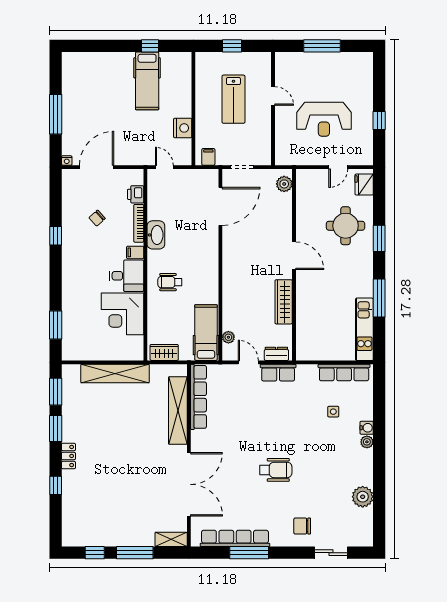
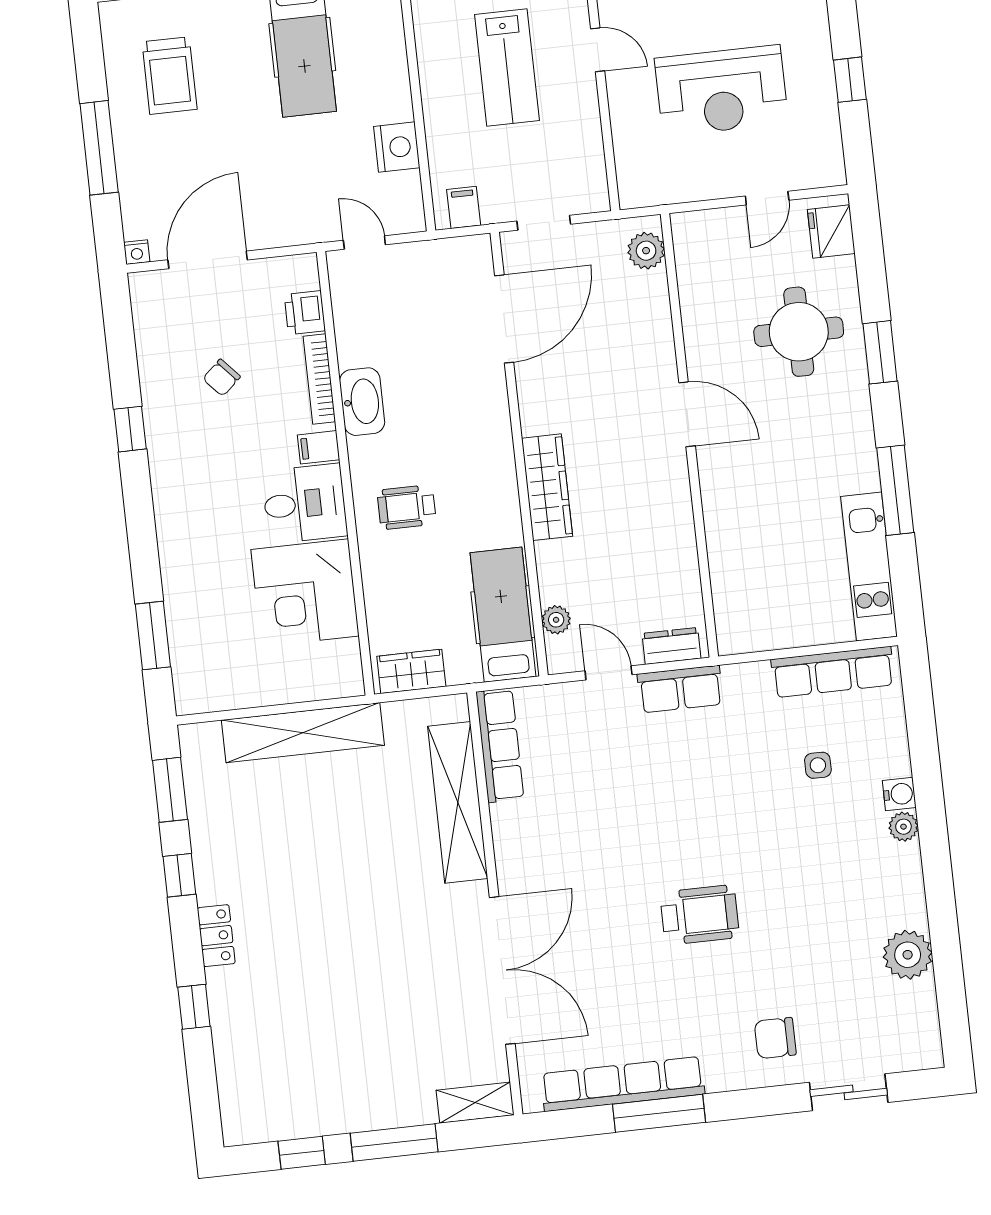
trolley: (89, 87) -> (169, 76), added
wardrobe: (284, 302) -> (547, 487), moved, turned 180
row of seats: (198, 397) -> (500, 745), width x0.73
window: (56, 428) -> (179, 875), width x0.67

